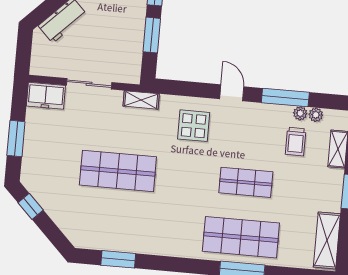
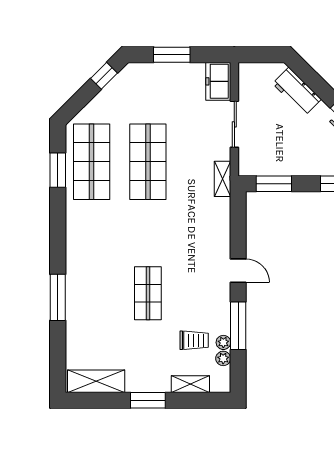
window: (152, 35) -> (274, 184), moved
door: (232, 93) -> (238, 271), hinge flipped
display table: (194, 126) -> (201, 235), removed
trolley: (296, 142) -> (194, 340), turned 180
shop shelf: (241, 237) -> (92, 162), moved

